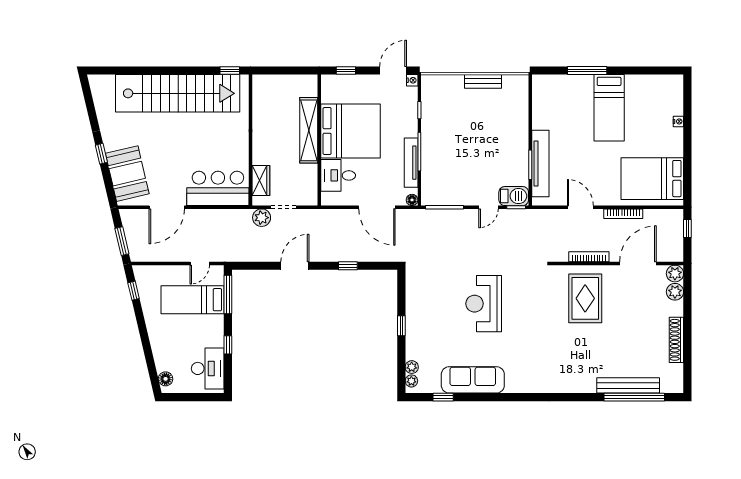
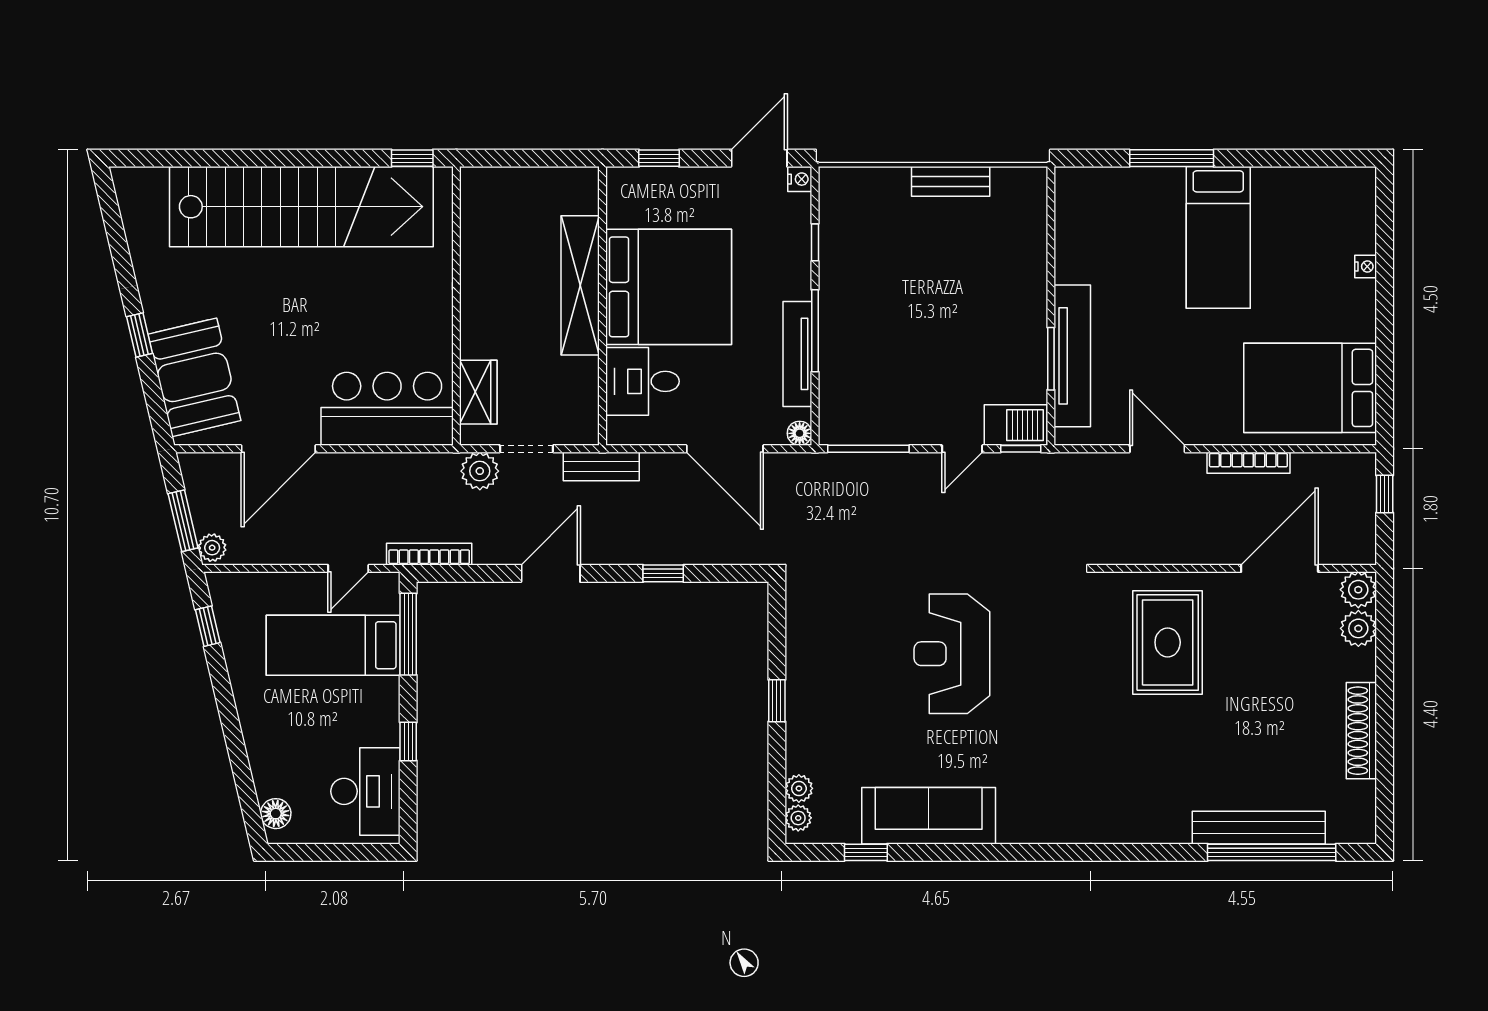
bench: (319, 216) -> (601, 467), added
plant: (136, 254) -> (212, 548), added
bookcase: (589, 257) -> (429, 554), moved

